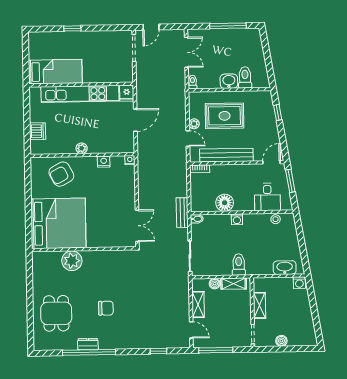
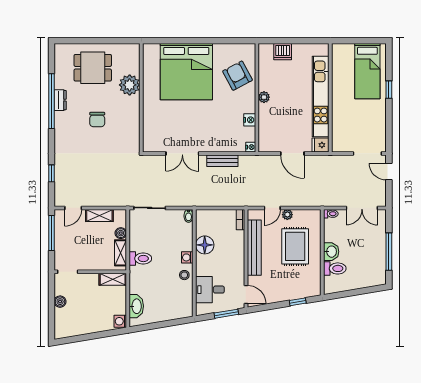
bed: (55, 72) -> (367, 71), moved
bench: (182, 213) -> (222, 161), moved
stool: (276, 219) -> (184, 275), moved
wall: (84, 249) -> (141, 98), moved
plant: (72, 261) -> (130, 85), moved
shelving: (259, 305) -> (113, 279), moved

